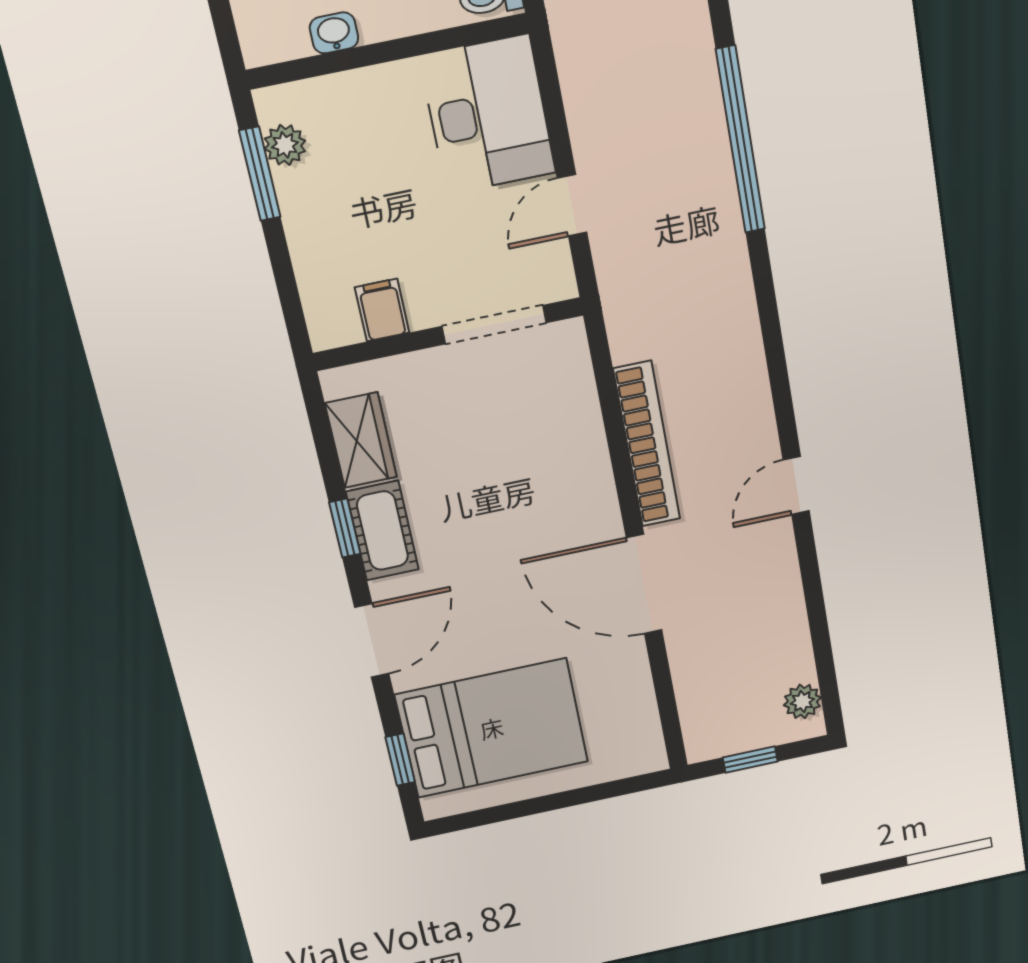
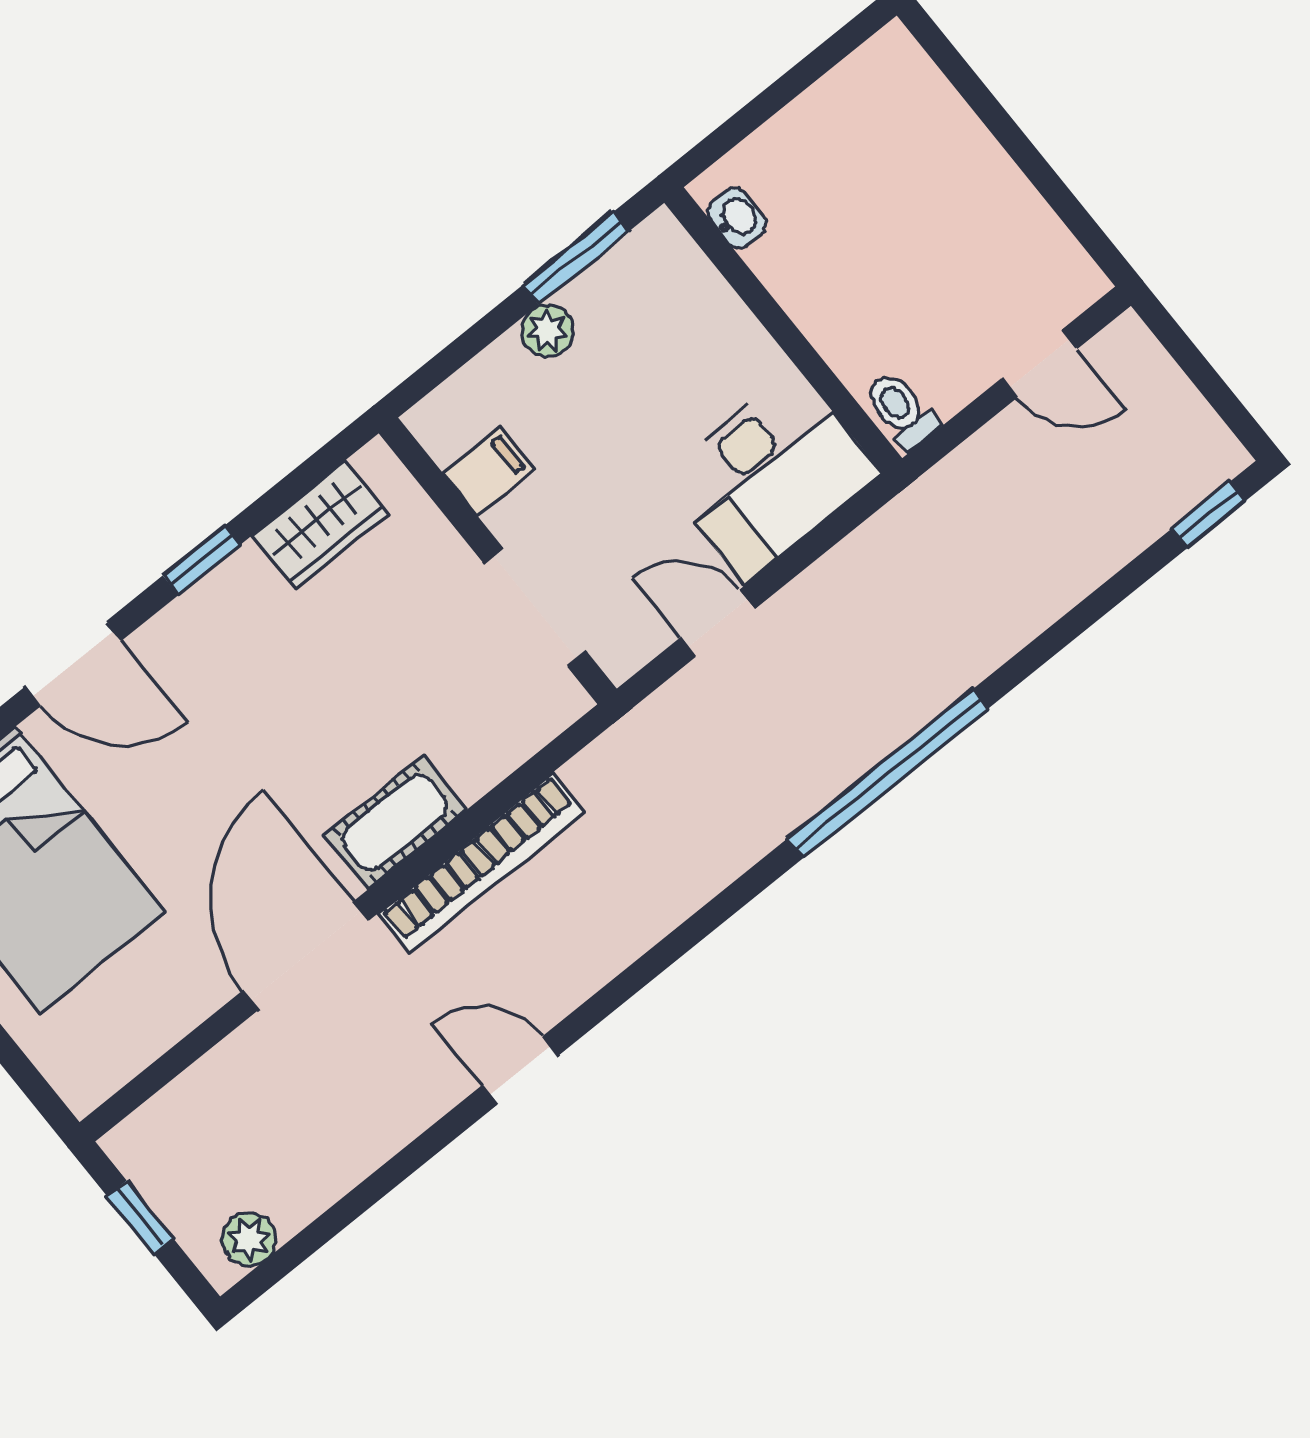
washbasin: (334, 33) -> (737, 218), moved
plant: (285, 145) -> (547, 330), moved
cot: (382, 531) -> (395, 823), moved

